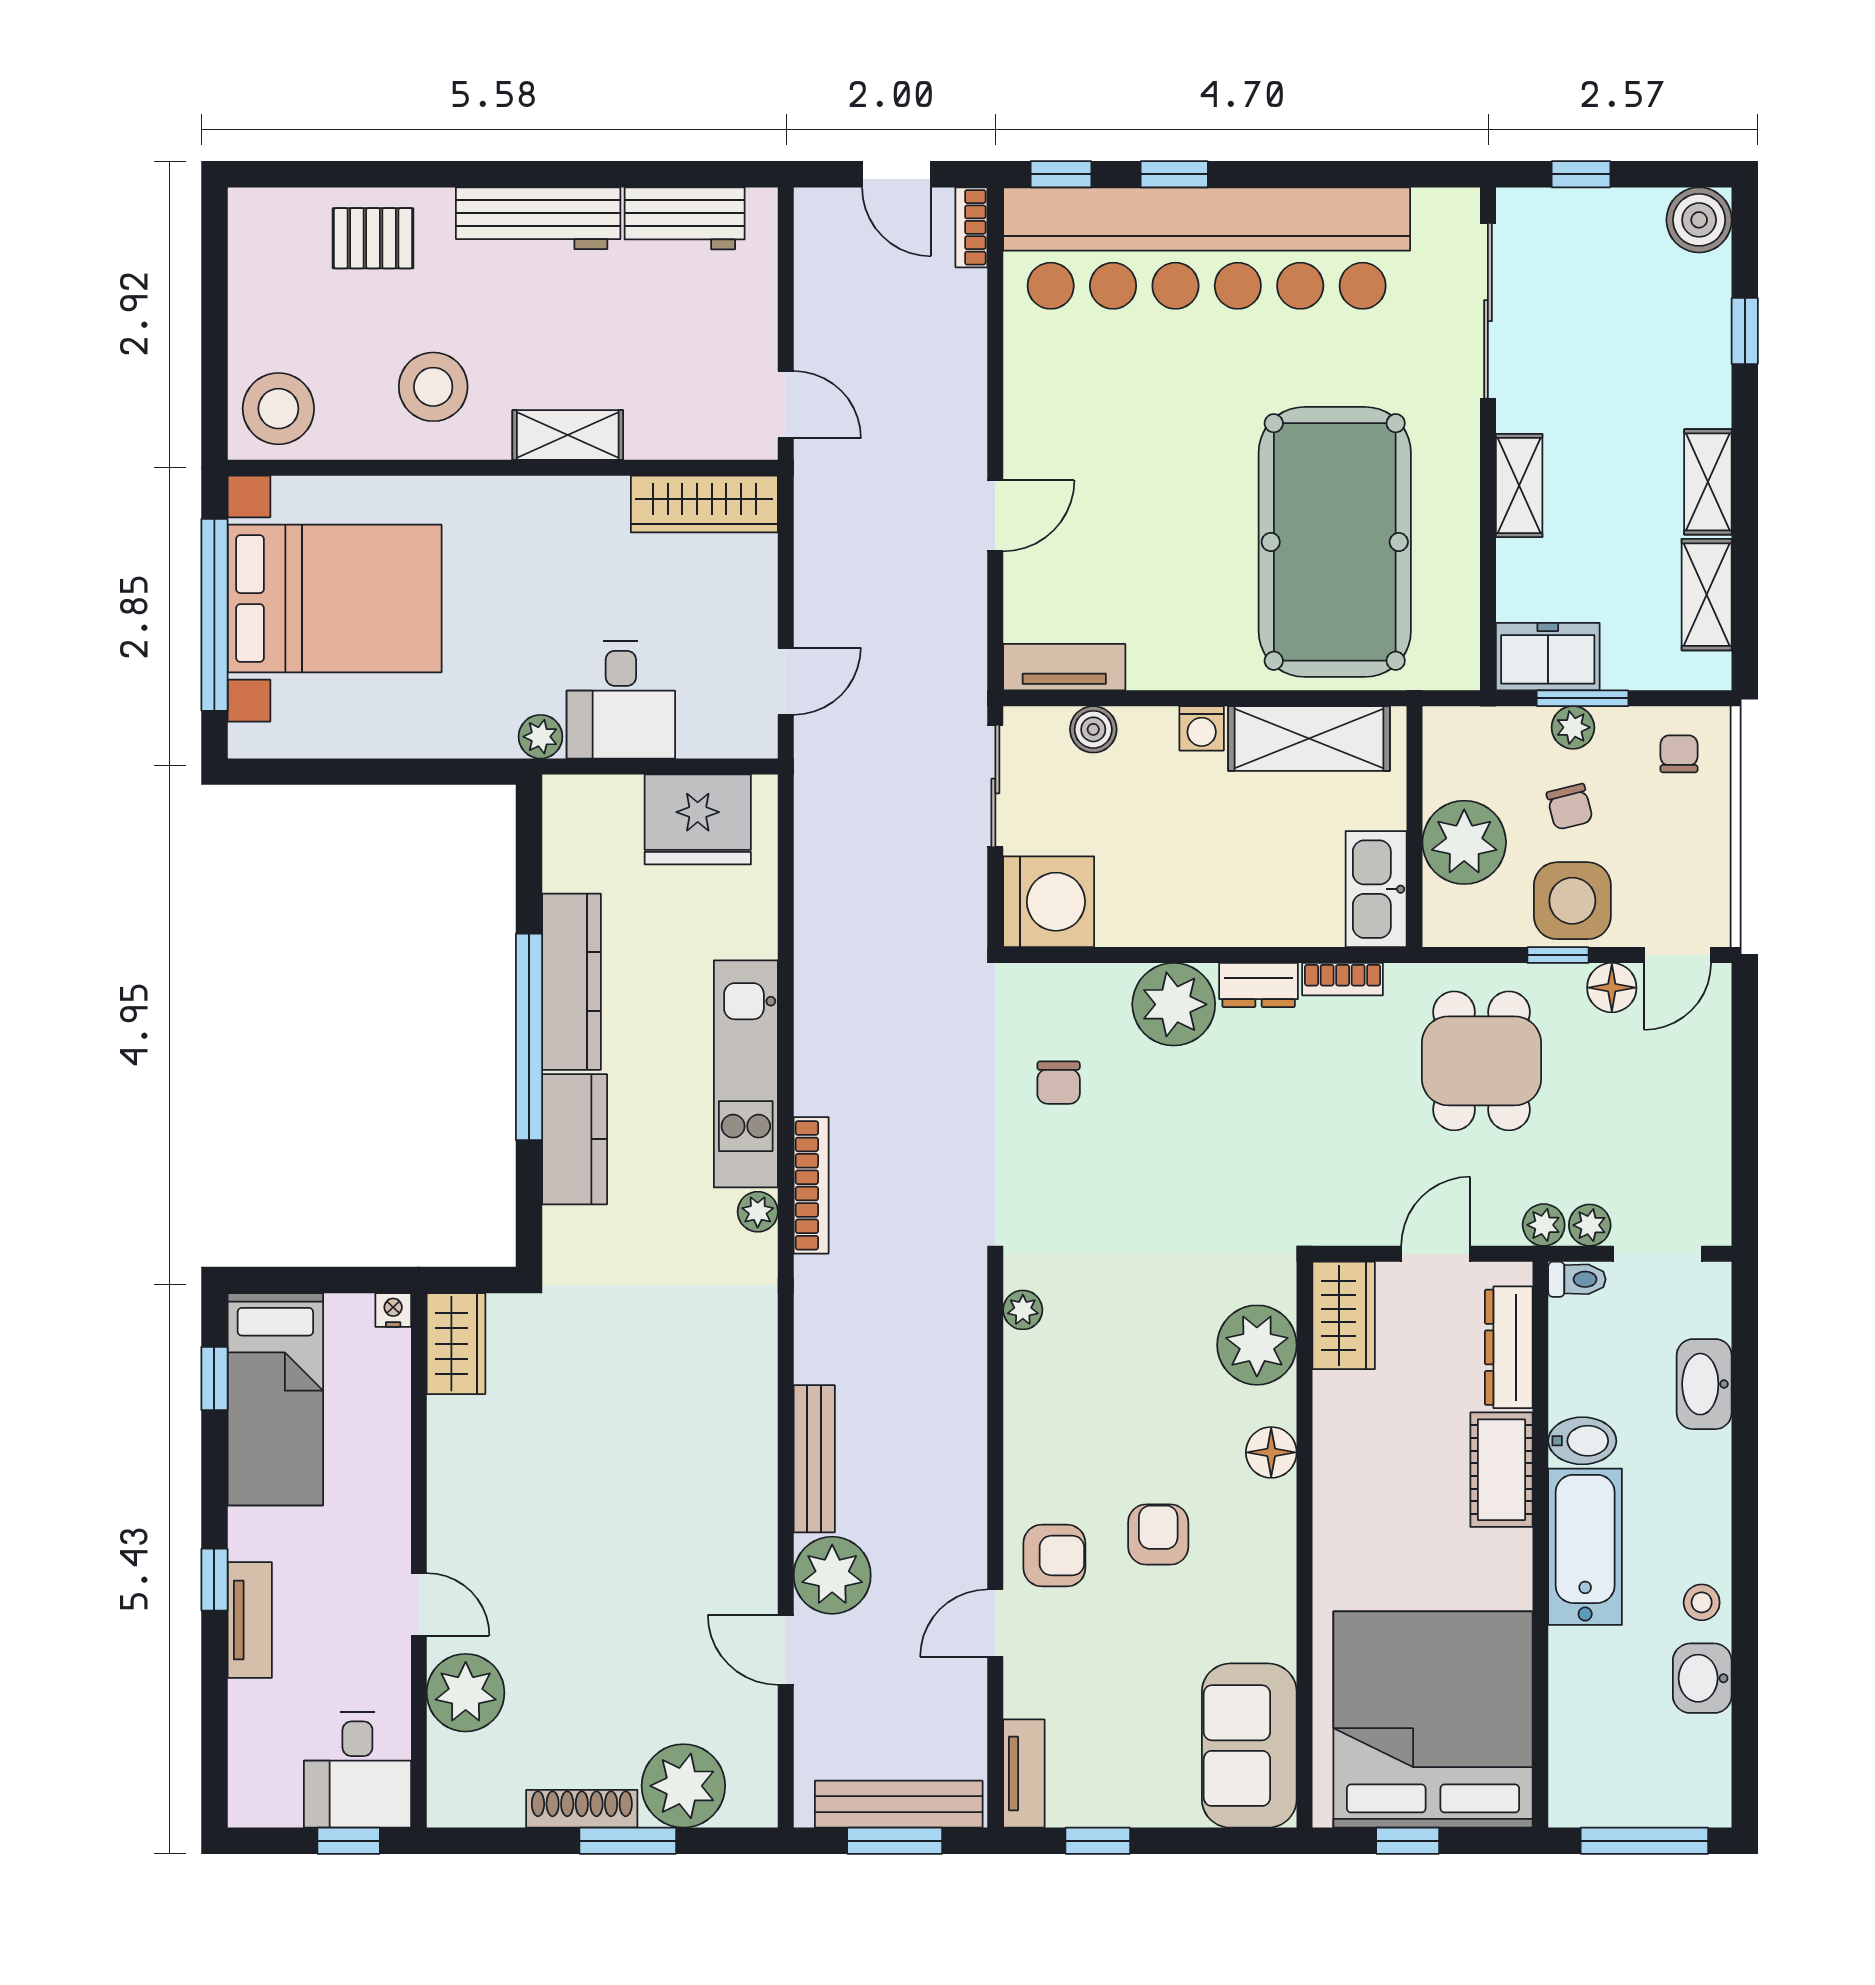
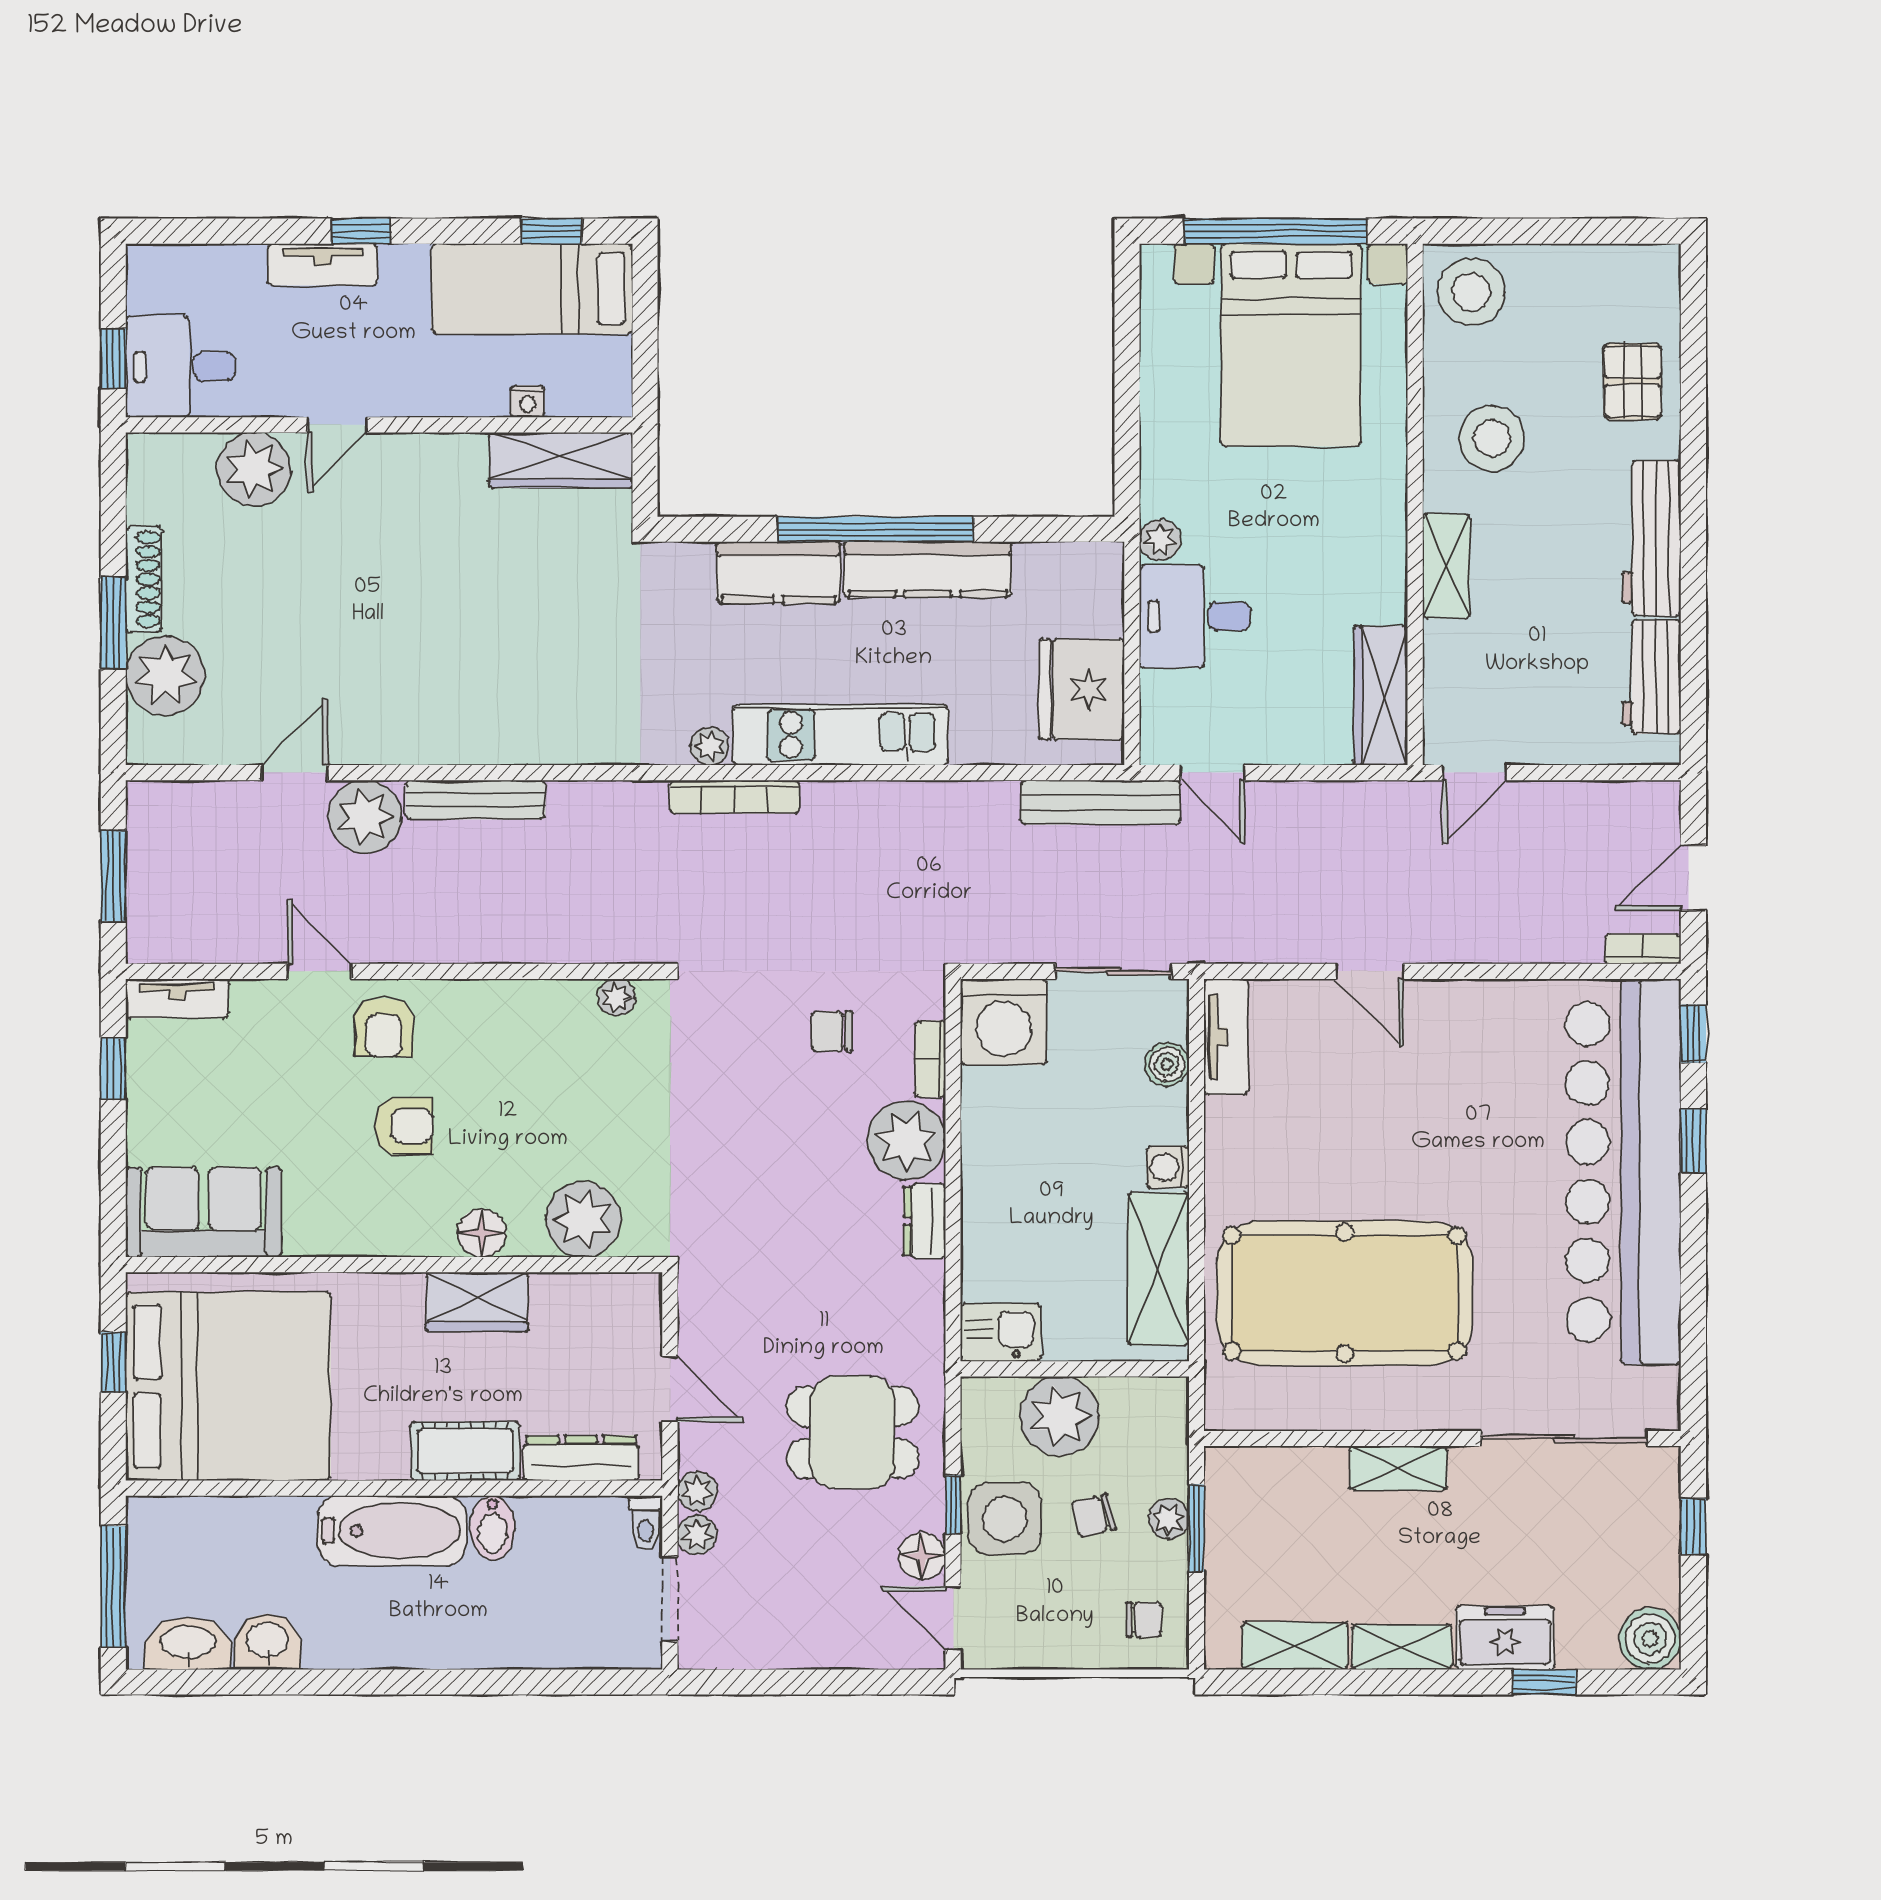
freezer: (1548, 657) -> (1505, 1638), moved, turned -90
kitchen sink: (1376, 889) -> (1001, 1332), width x0.73
bookcase: (1343, 979) -> (930, 1059), moved
nightstand: (393, 1310) -> (527, 401), moved, turned 90
wardrobe: (1344, 1315) -> (477, 1302), moved
wardrobe: (456, 1344) -> (561, 460), width x1.50
washbasin: (1704, 1384) -> (188, 1643), moved
stool: (1702, 1602) -> (339, 1641), removed
bench: (899, 1804) -> (1101, 802), moved, turned 90

